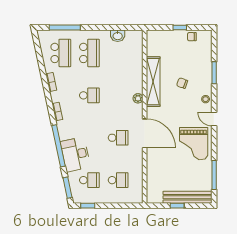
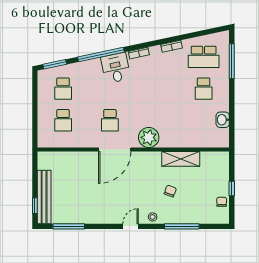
school desk: (89, 53) -> (204, 89), width x0.54
window: (214, 73) -> (182, 226), width x1.44
shelving: (153, 82) -> (181, 159), width x0.68
school desk: (89, 95) -> (157, 89), removed
plant: (138, 98) -> (149, 137), width x1.88, depth x1.88
grand piano: (194, 144) -> (103, 204), removed
desk: (75, 154) -> (116, 68), moved, width x0.73
window: (88, 206) -> (35, 87), removed
window: (177, 206) -> (35, 206), moved

